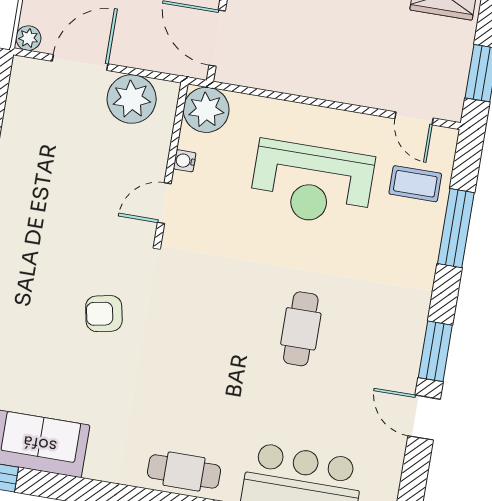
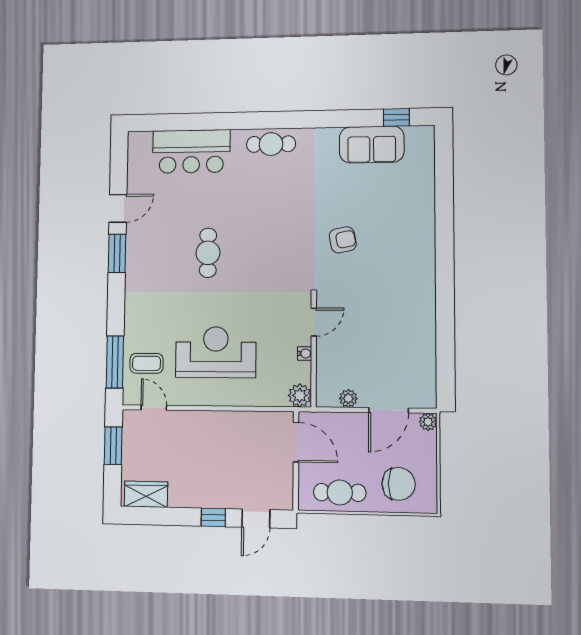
plant: (132, 99) -> (348, 398), width x0.53, depth x0.53
plant: (206, 110) -> (300, 395), width x0.73, depth x0.73
window: (456, 228) -> (115, 362), moved
door: (424, 418) -> (118, 208), hinge flipped

